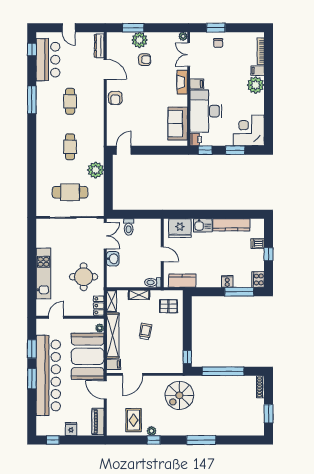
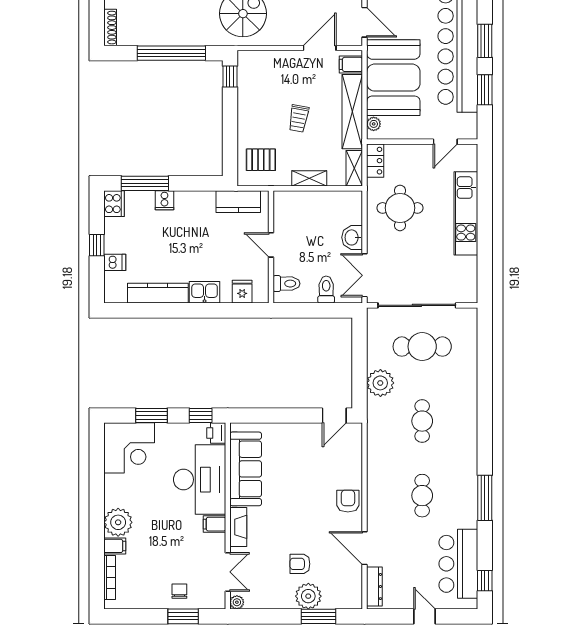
sofa: (178, 124) -> (246, 469), width x1.36
fridge: (180, 228) -> (242, 292), width x0.53, depth x0.75
toilet: (153, 282) -> (286, 284), moved

